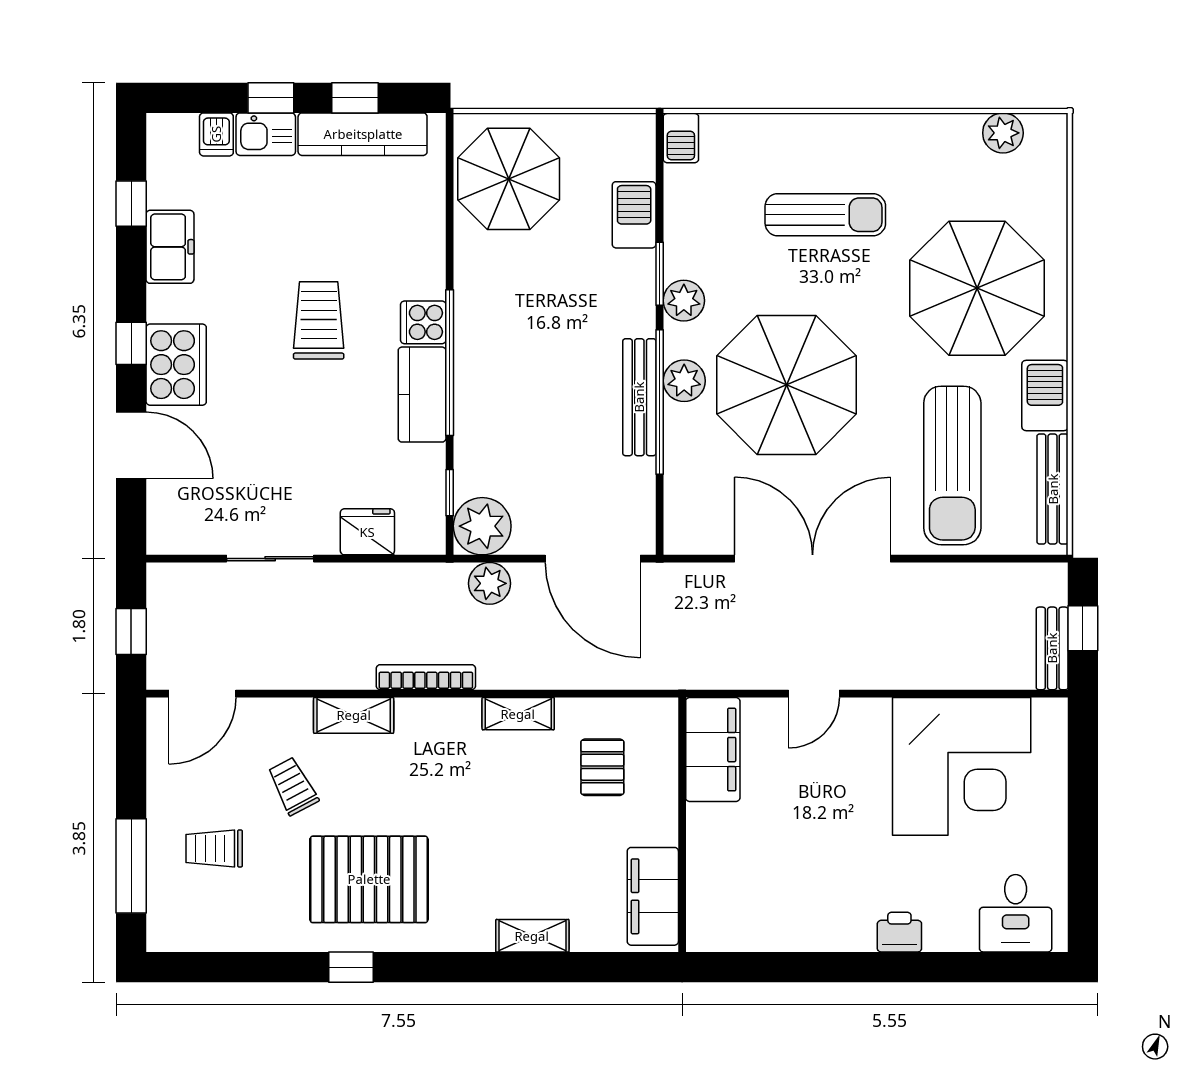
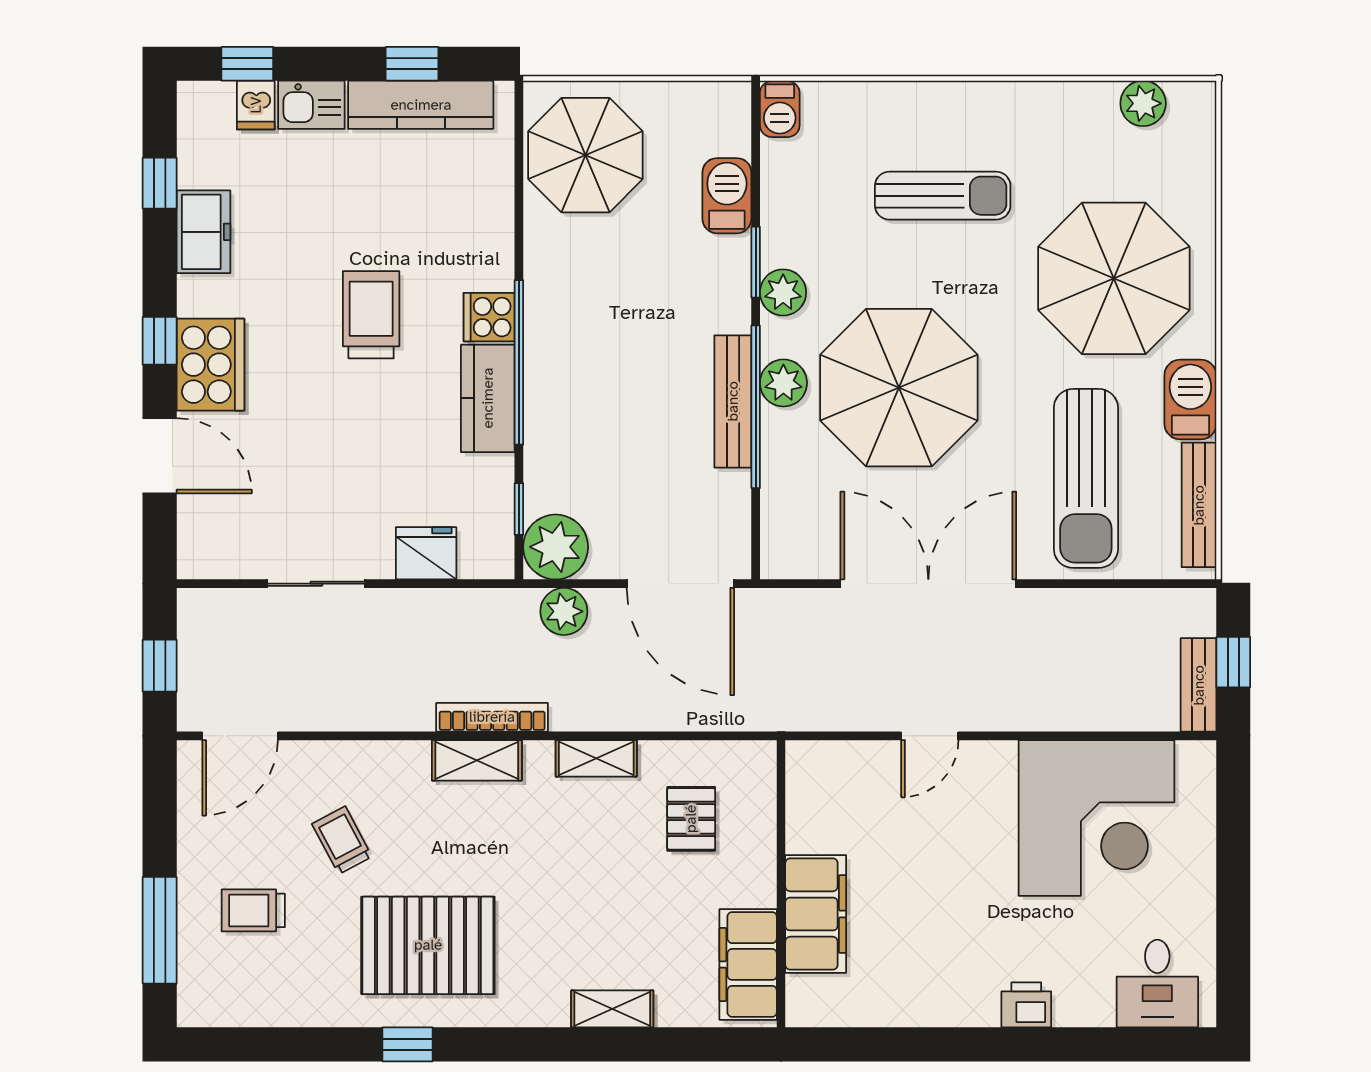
window: (271, 98) -> (247, 64), moved
shelving: (354, 715) -> (477, 760), moved
filing cabinet: (713, 750) -> (816, 914), moved

